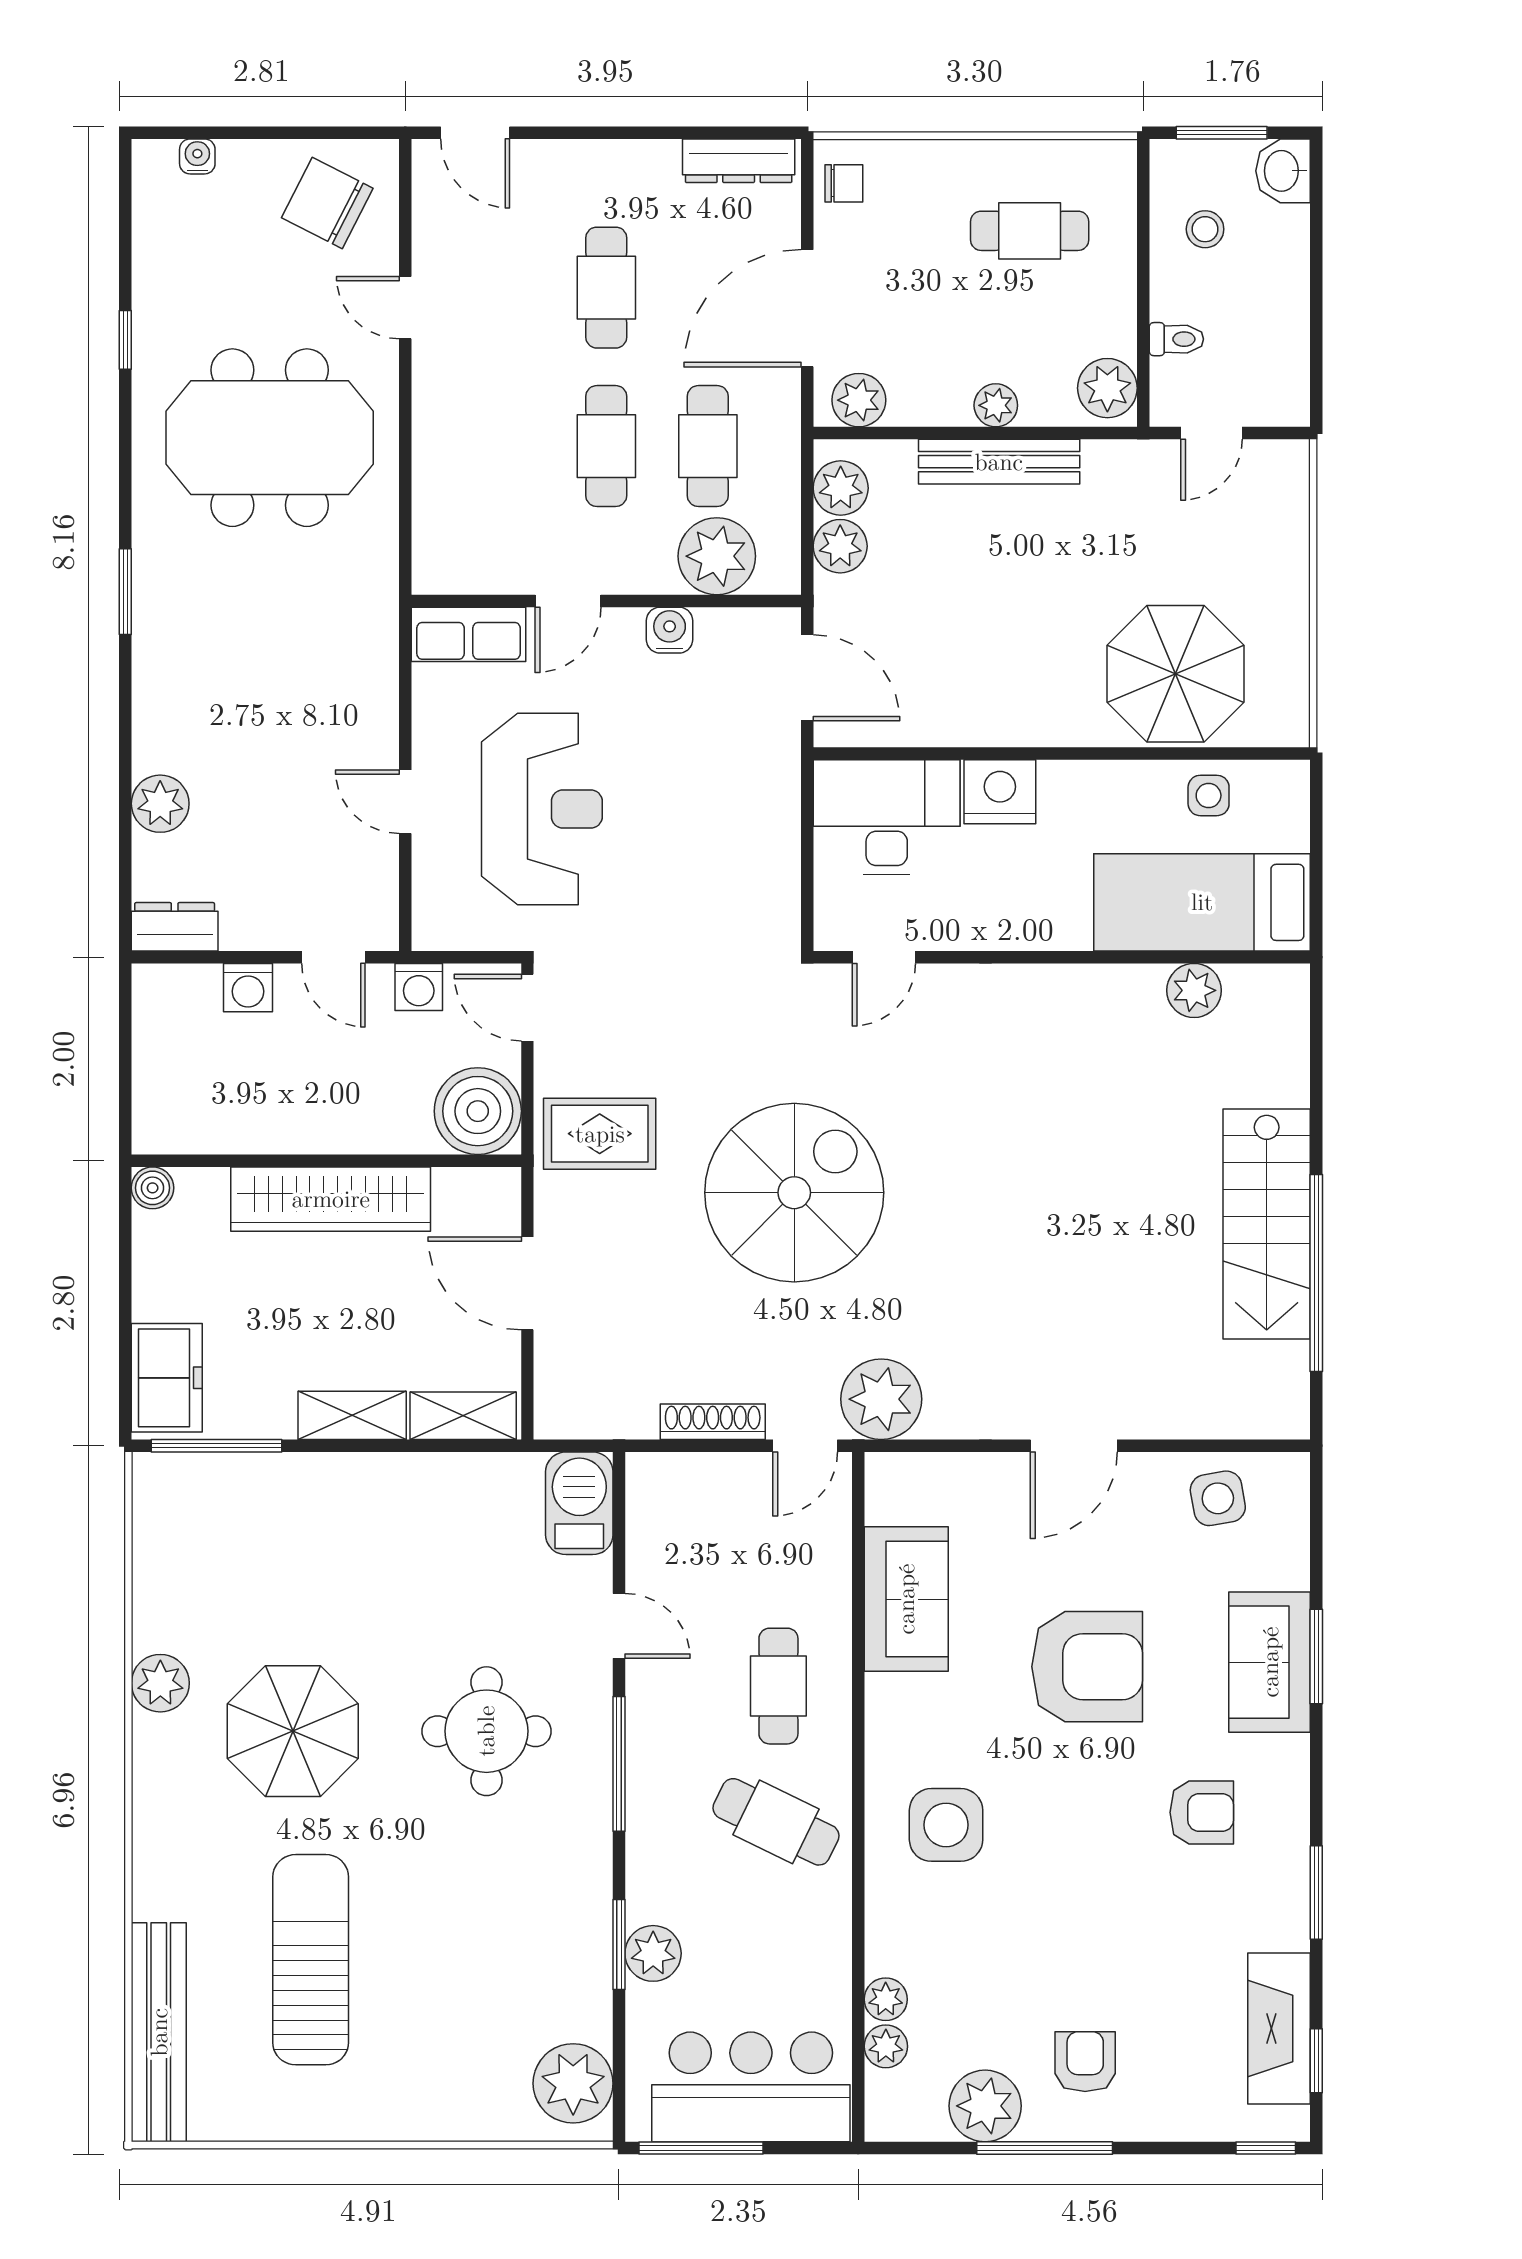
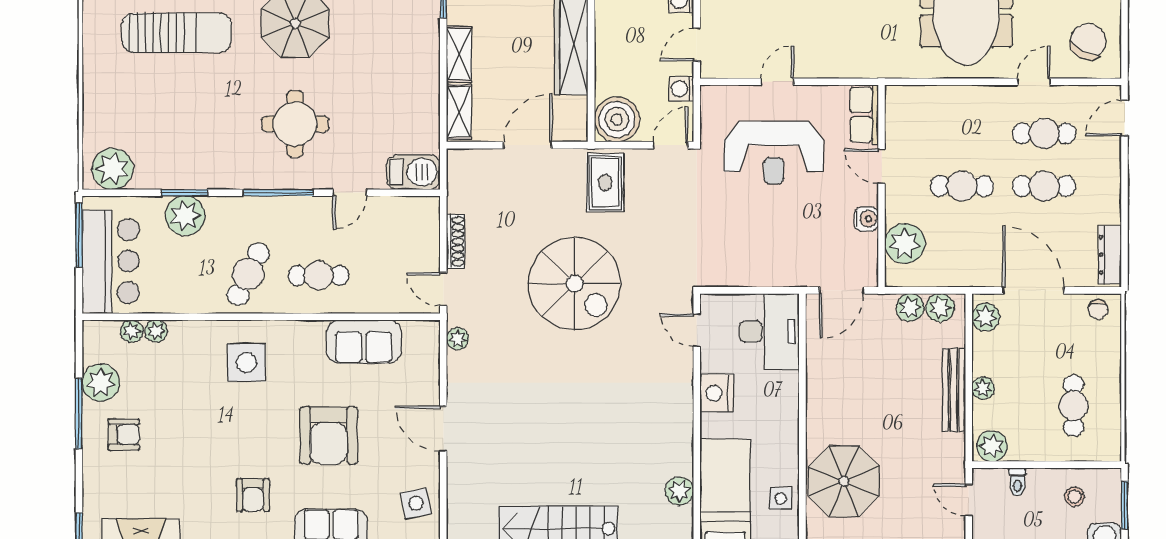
cafe table: (708, 446) -> (1044, 133), moved
nightstand: (1000, 792) -> (717, 393), moved, turned 180
plant: (881, 1399) -> (458, 338), width x0.53, depth x0.53
plant: (653, 1953) -> (185, 216), width x1.36, depth x1.36

